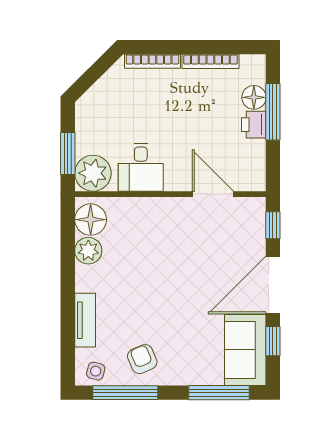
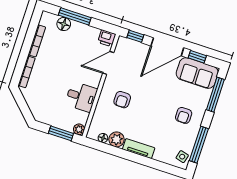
printer: (254, 125) -> (107, 38), moved
plant: (93, 173) -> (79, 129), width x0.53, depth x0.53
floor lamp: (91, 220) -> (103, 138), width x0.53, depth x0.53
armchair: (159, 238) -> (122, 100), added
door: (273, 285) -> (167, 47), hinge flipped
tv unit: (85, 320) -> (139, 149), moved
armchair: (142, 359) -> (184, 115), moved, turned -67

